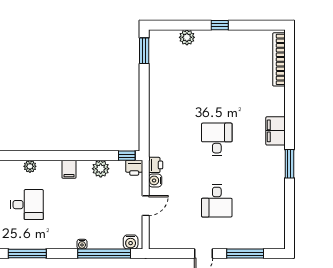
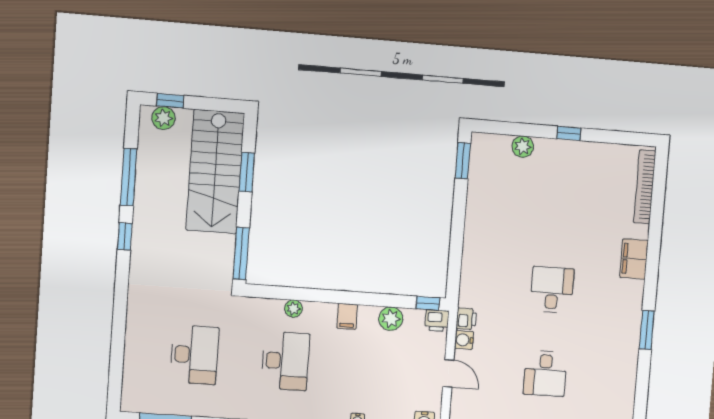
filing cabinet: (275, 131) -> (634, 259), moved
desk: (27, 205) -> (285, 361), width x1.37
door: (146, 206) -> (448, 373), hinge flipped

